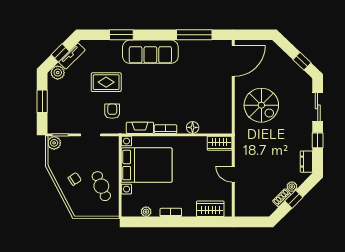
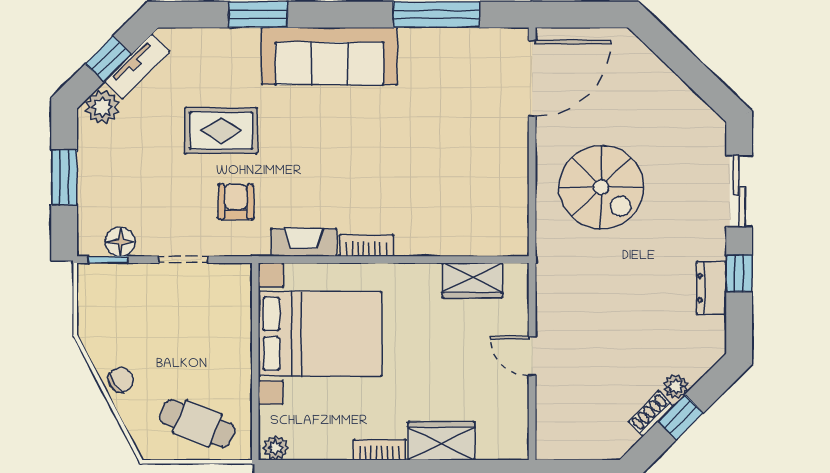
window: (302, 61) -> (701, 79), removed
floor lamp: (193, 127) -> (120, 242), moved
plant: (54, 143) -> (93, 279), removed
wardrobe: (220, 143) -> (472, 280), moved
dresser: (306, 162) -> (711, 288), moved
chair: (75, 179) -> (121, 380), moved
cafe table: (101, 186) -> (197, 424), moved, turned -46
wardrobe: (210, 209) -> (441, 441), moved
plant: (146, 212) -> (276, 448), moved

